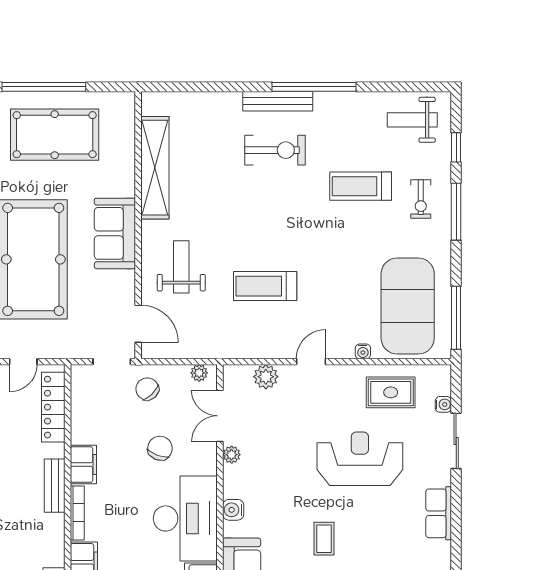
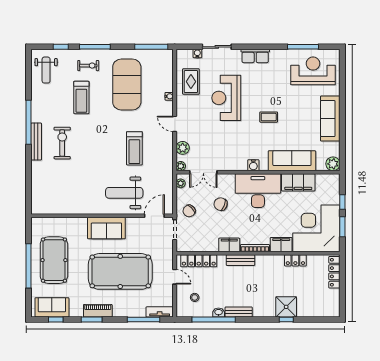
shelving: (155, 168) -> (72, 207), removed
weight bench: (181, 267) -> (124, 193), width x1.36, depth x1.33
exercise mat: (408, 306) -> (127, 85), moved, turned 90
plant: (232, 455) -> (181, 166), moved

